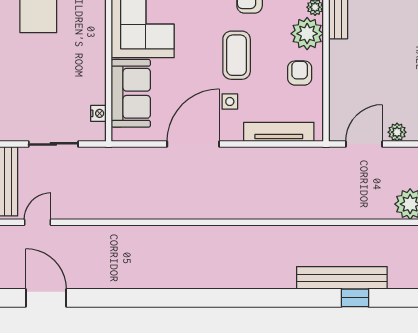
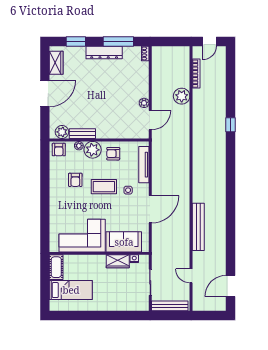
wardrobe: (93, 82) -> (118, 261), added
door: (193, 144) -> (150, 209), swing flipped
door: (364, 144) -> (150, 120), swing flipped
door: (38, 222) -> (191, 276), moved
bench: (342, 278) -> (198, 227), moved

